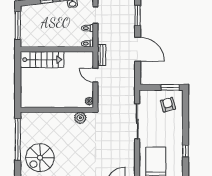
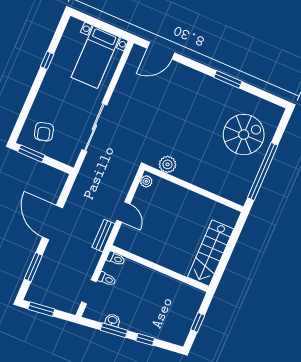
window: (18, 25) -> (198, 322), width x0.46
stairs: (42, 60) -> (211, 253), moved, turned -90

